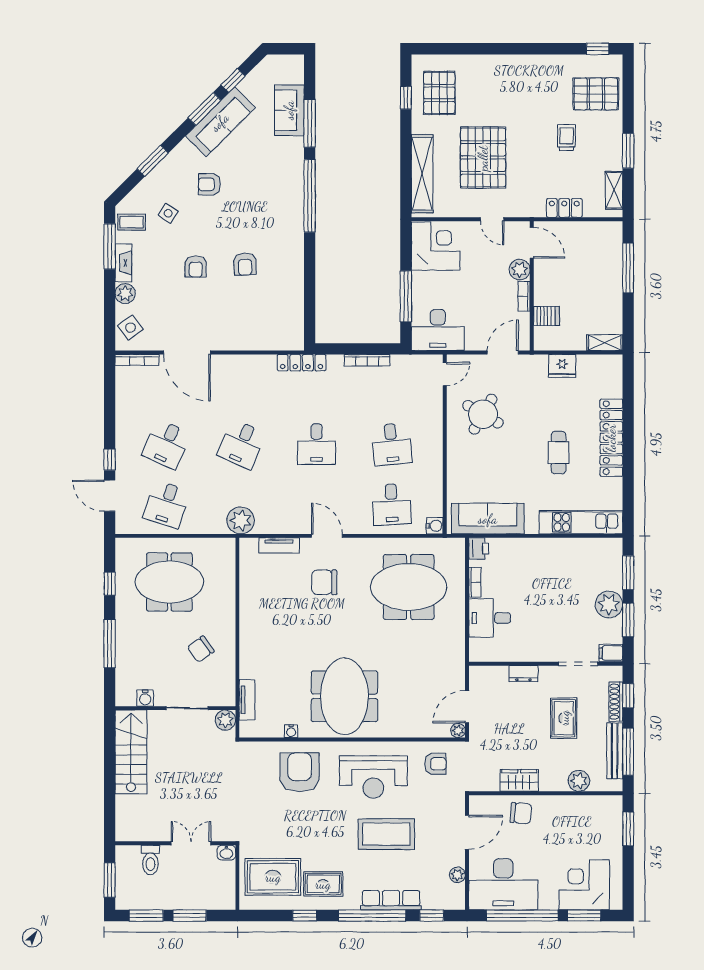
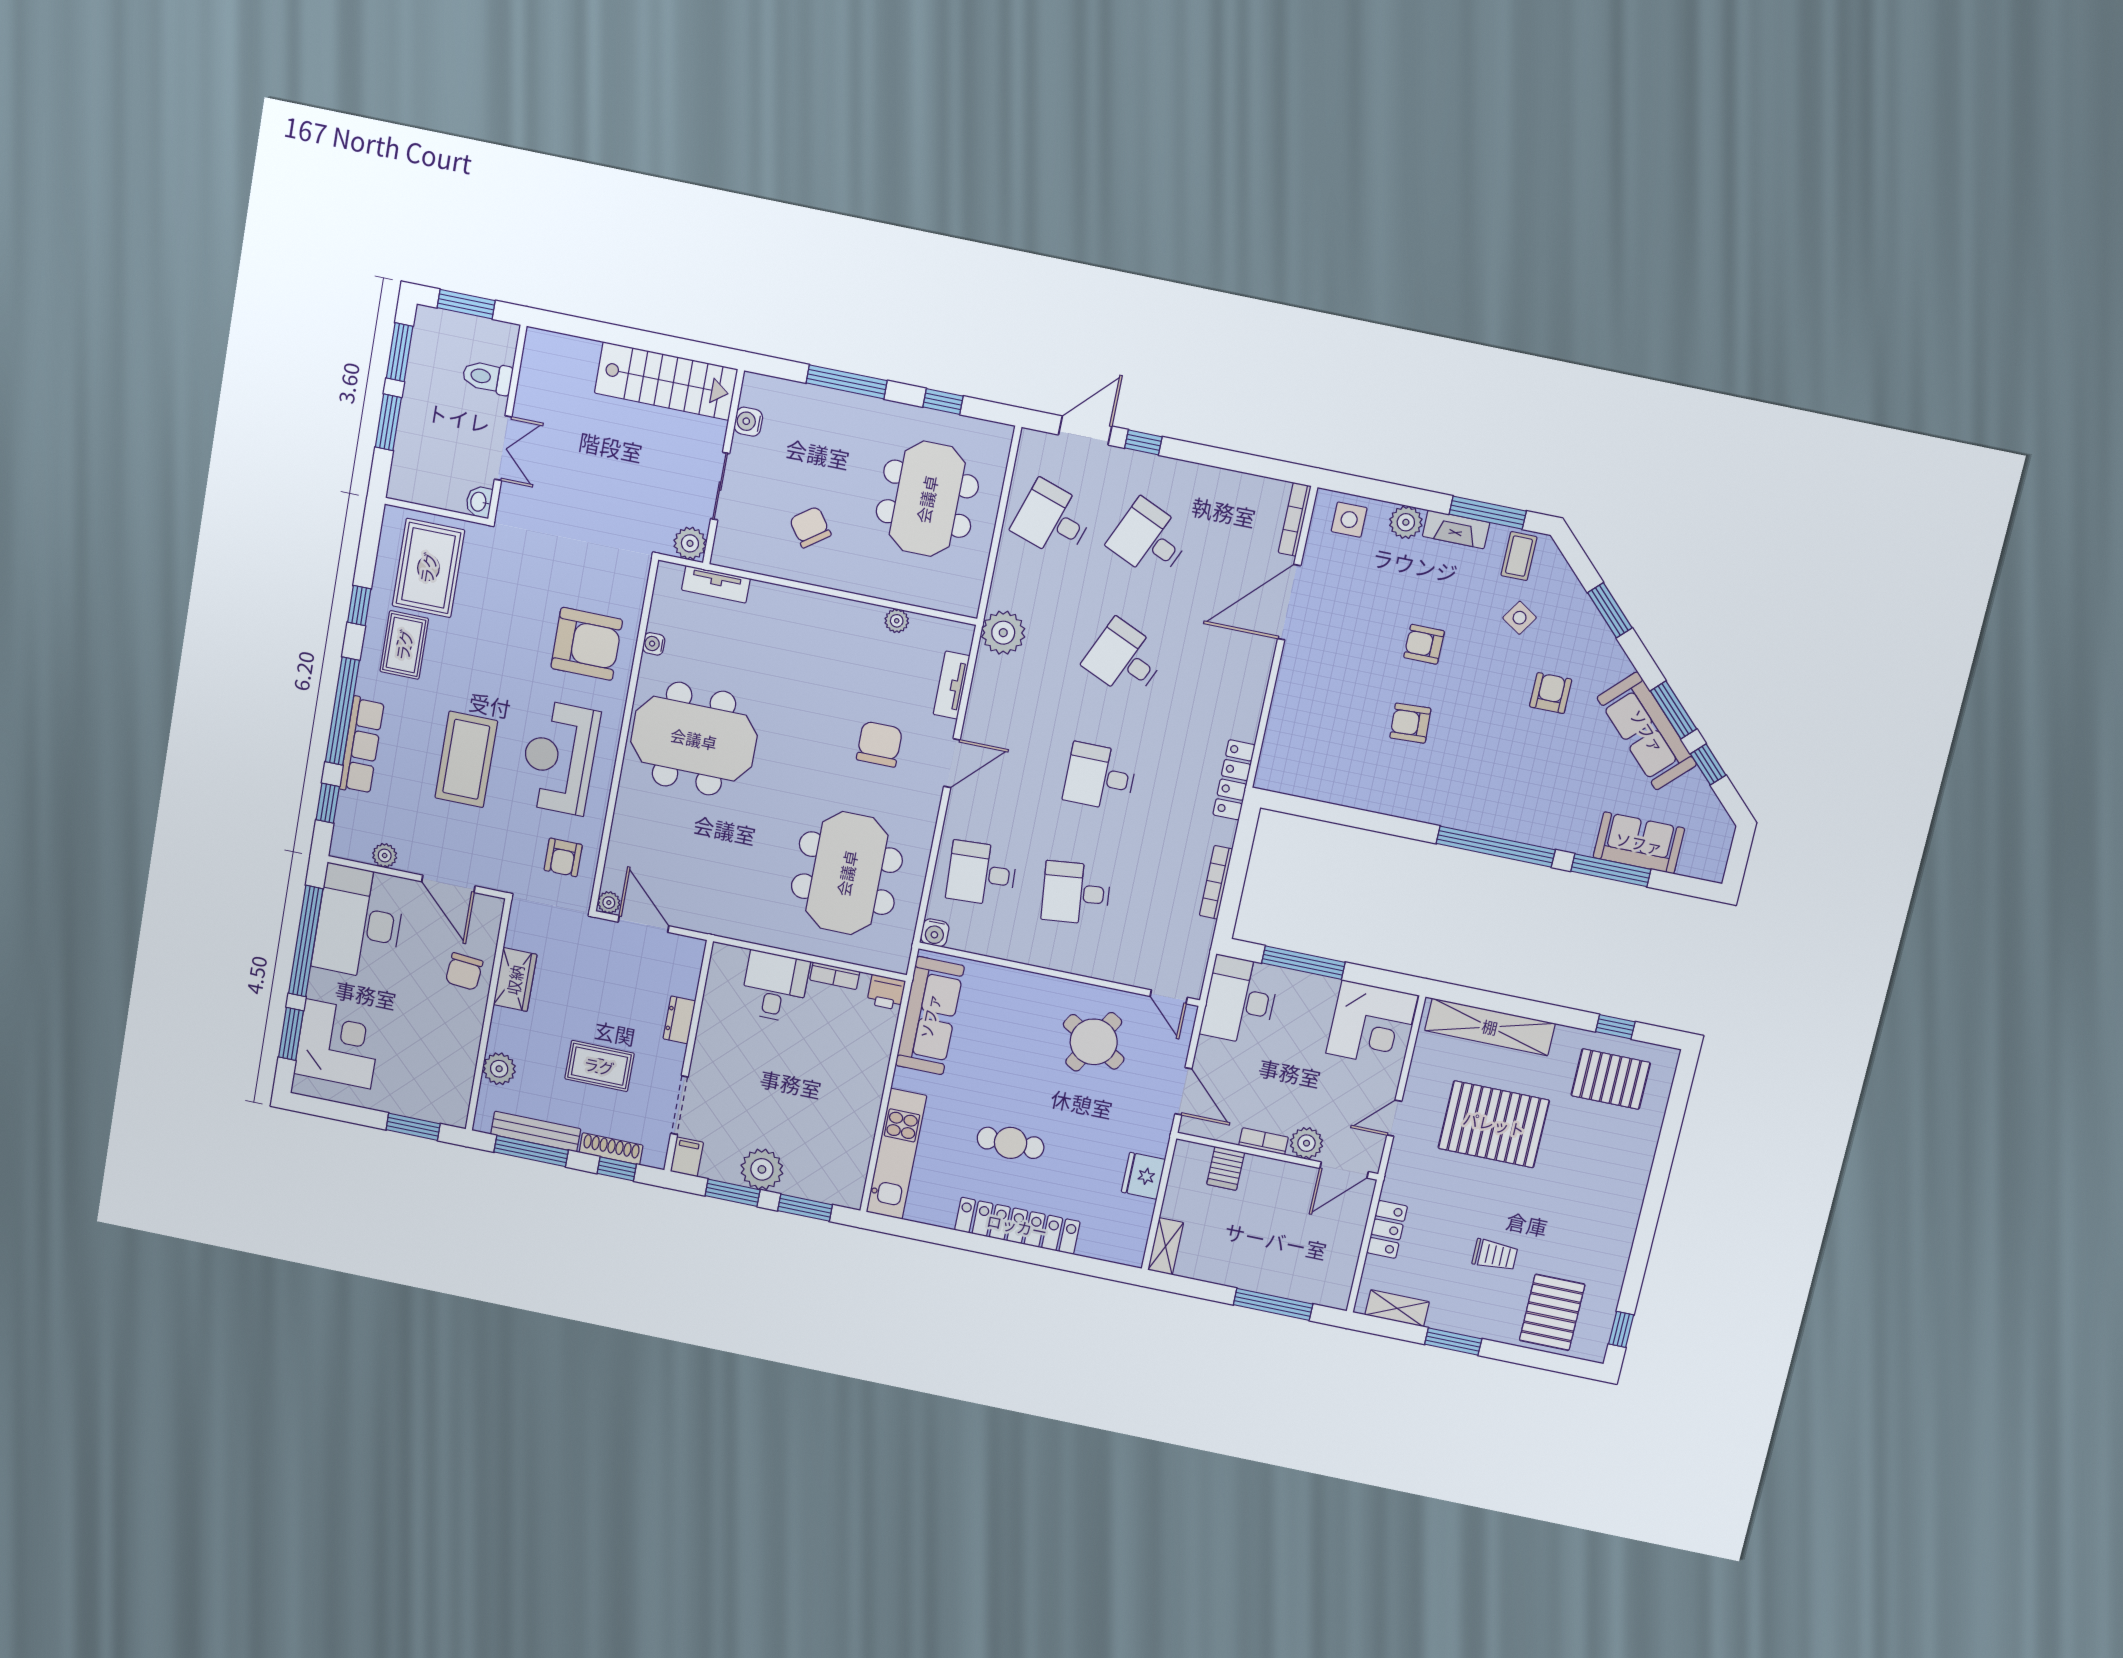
side table: (130, 328) -> (1349, 520), turned 36
plant: (247, 586) -> (897, 621), added

